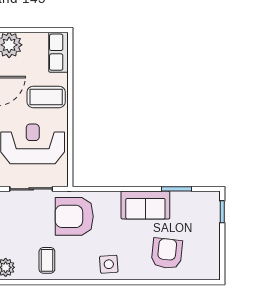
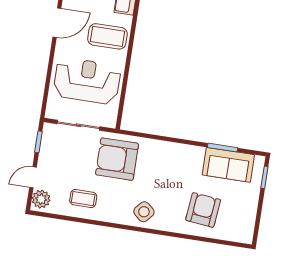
sofa: (145, 205) -> (228, 165), moved
coffee table: (47, 260) -> (83, 199), turned 90
side table: (109, 264) -> (144, 212), turned 45

